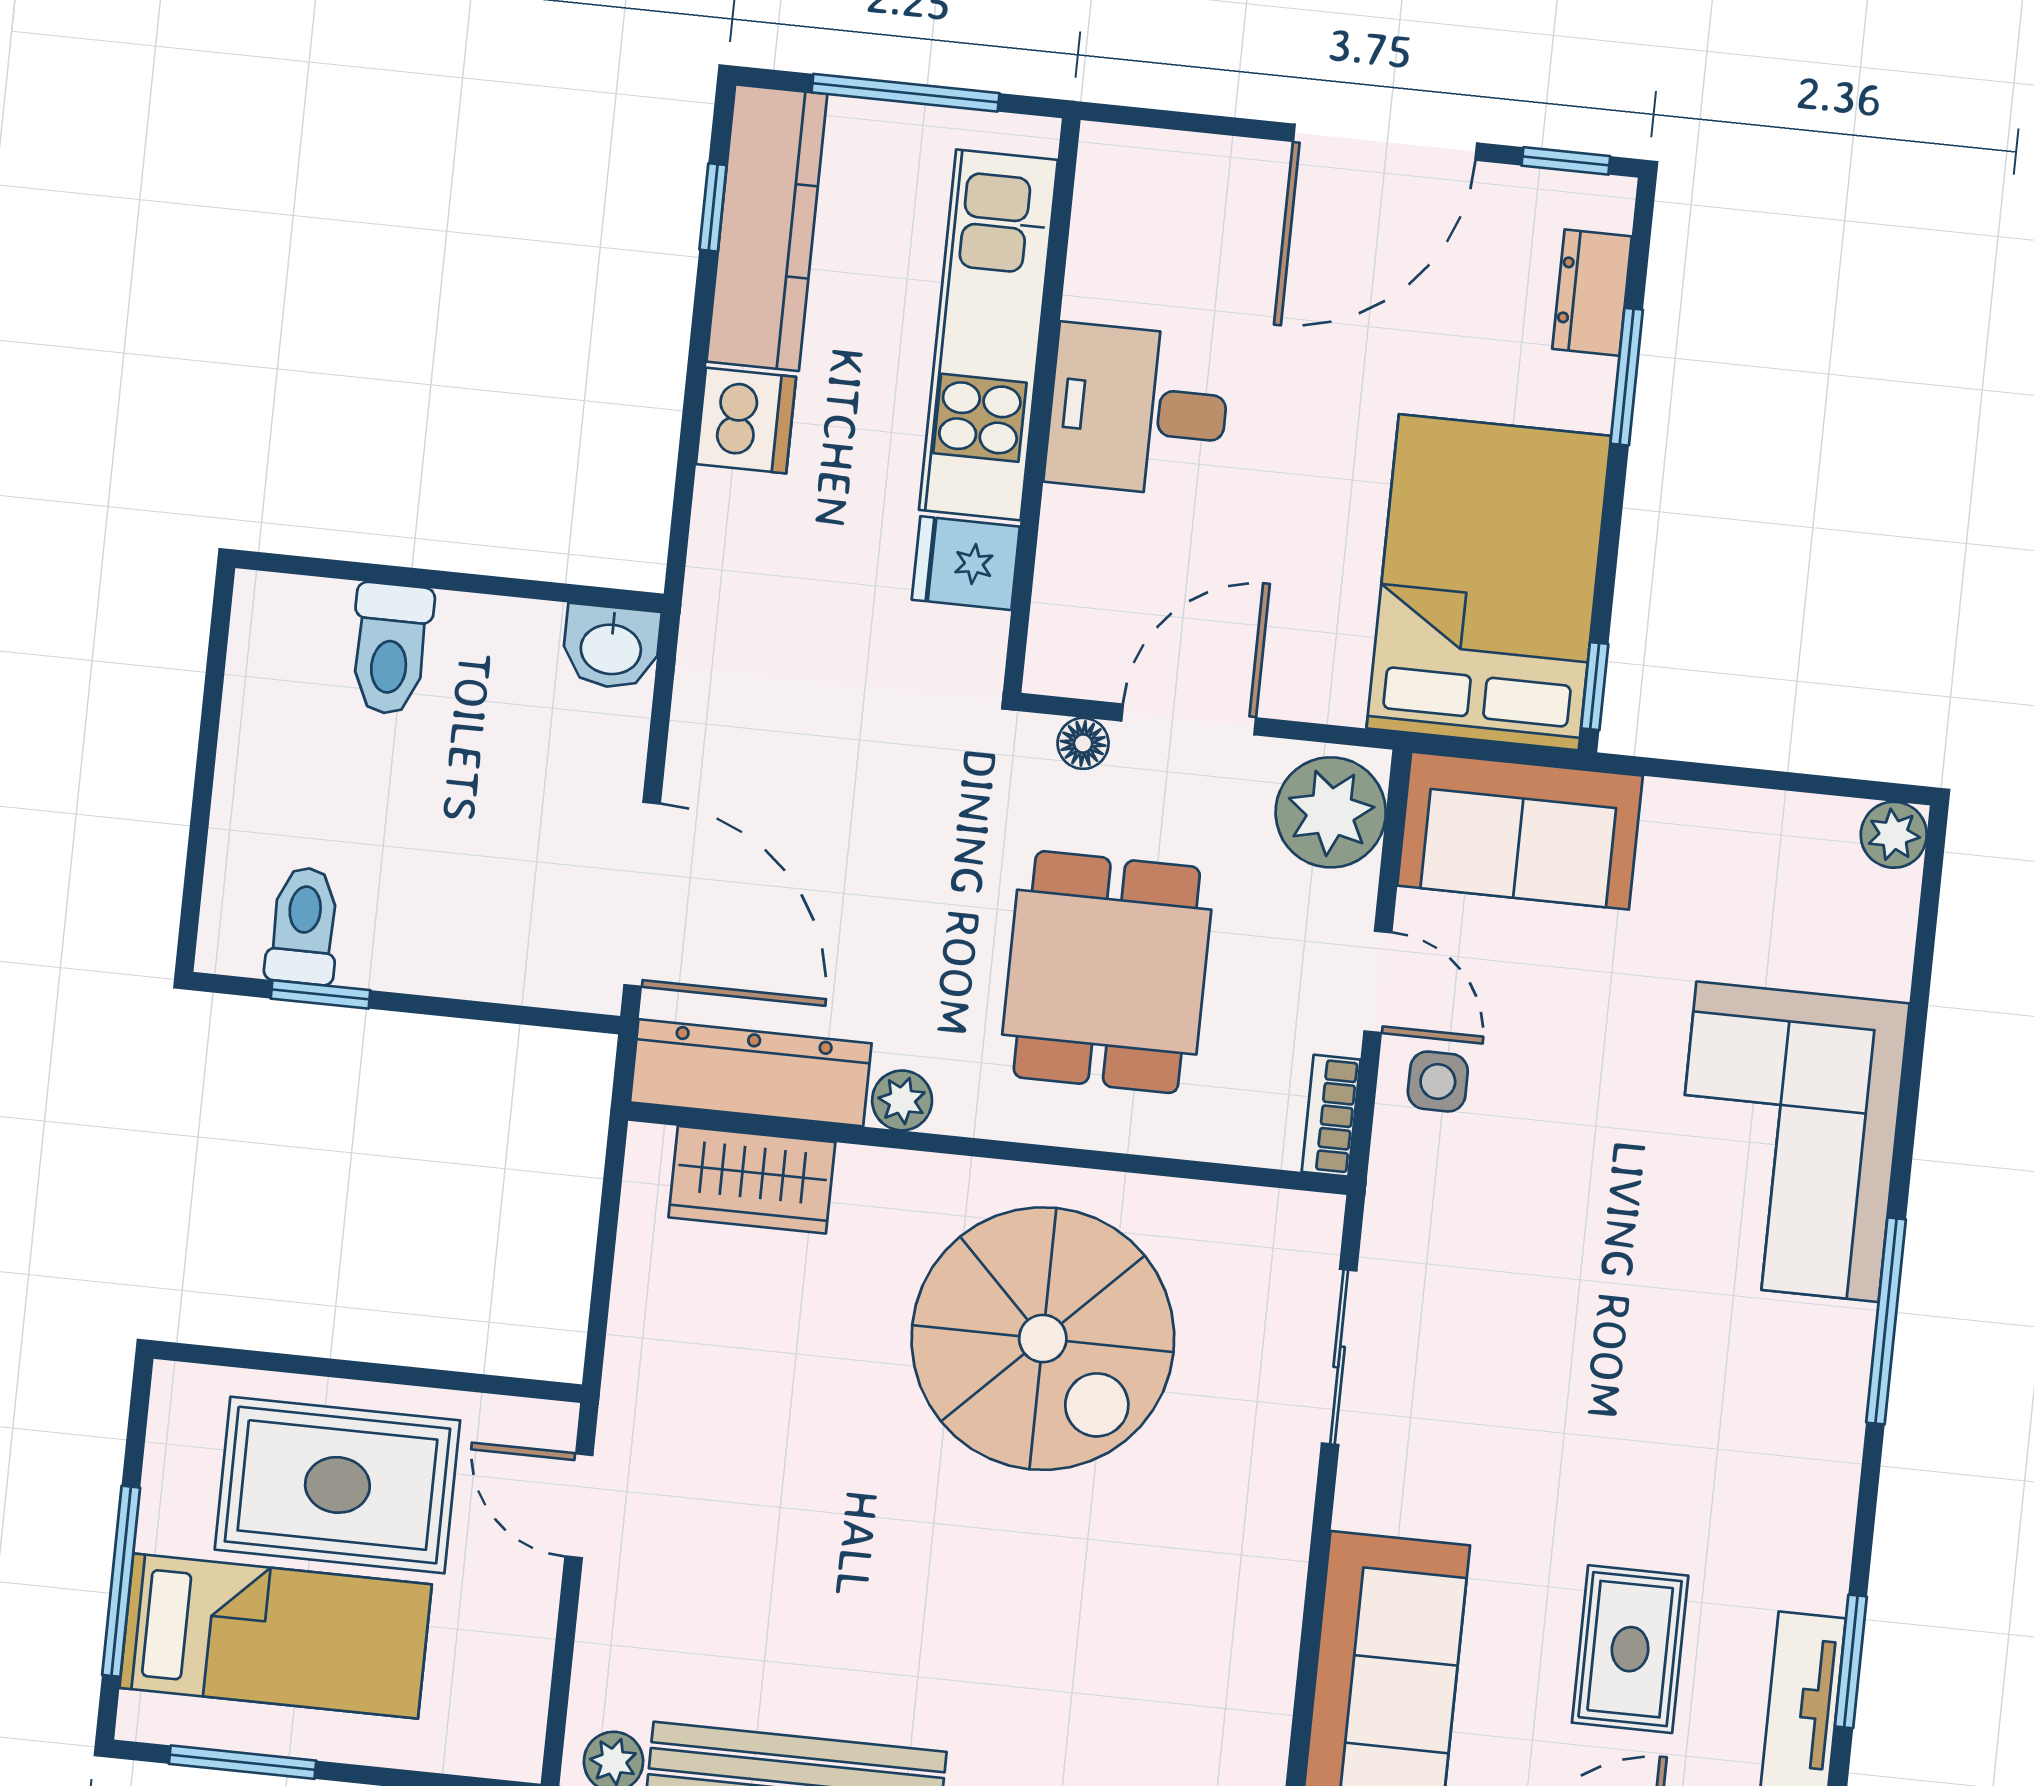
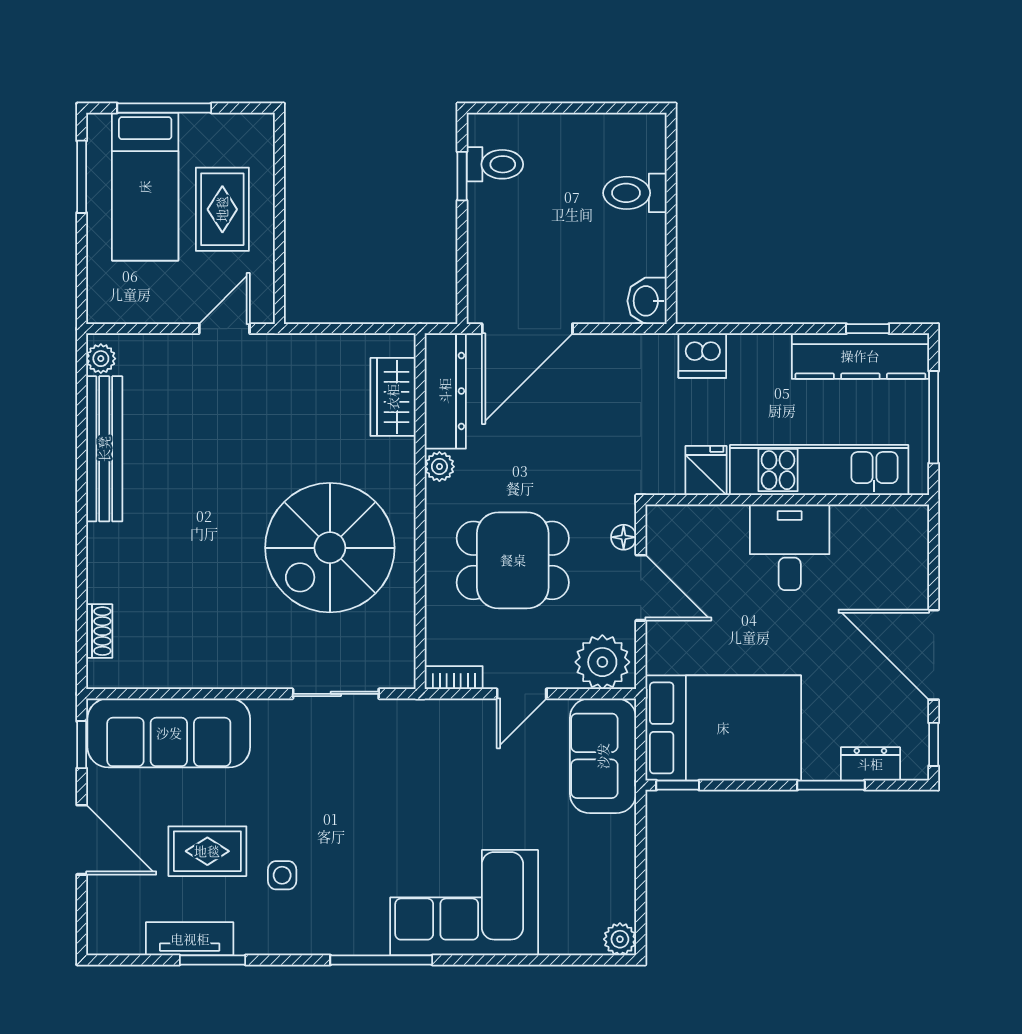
dishwasher: (746, 421) -> (702, 356), moved
side table: (1438, 1081) -> (282, 875), moved
rug: (337, 1485) -> (222, 209), width x0.73, depth x0.70

